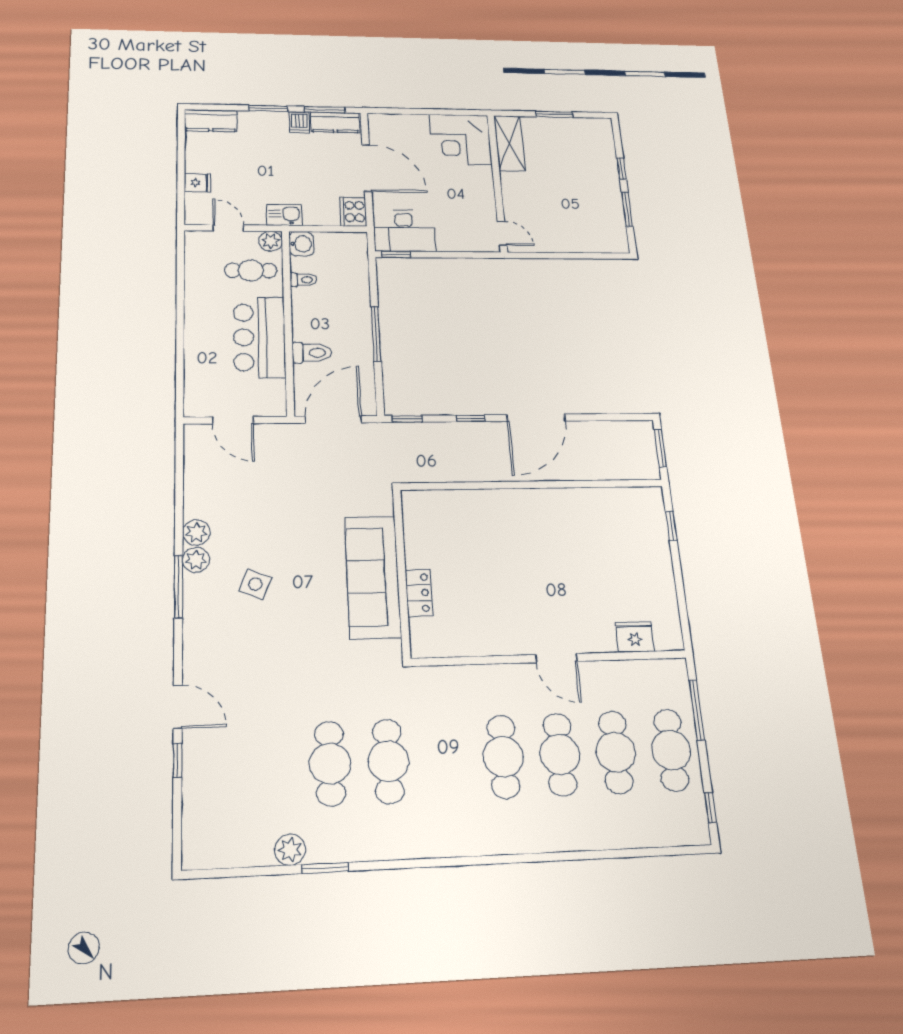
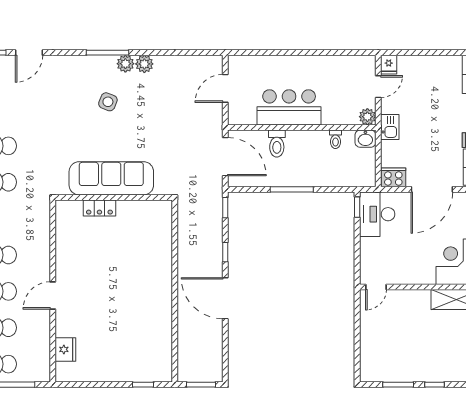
fridge: (198, 183) -> (389, 65), moved
cafe table: (251, 270) -> (343, 102), removed

